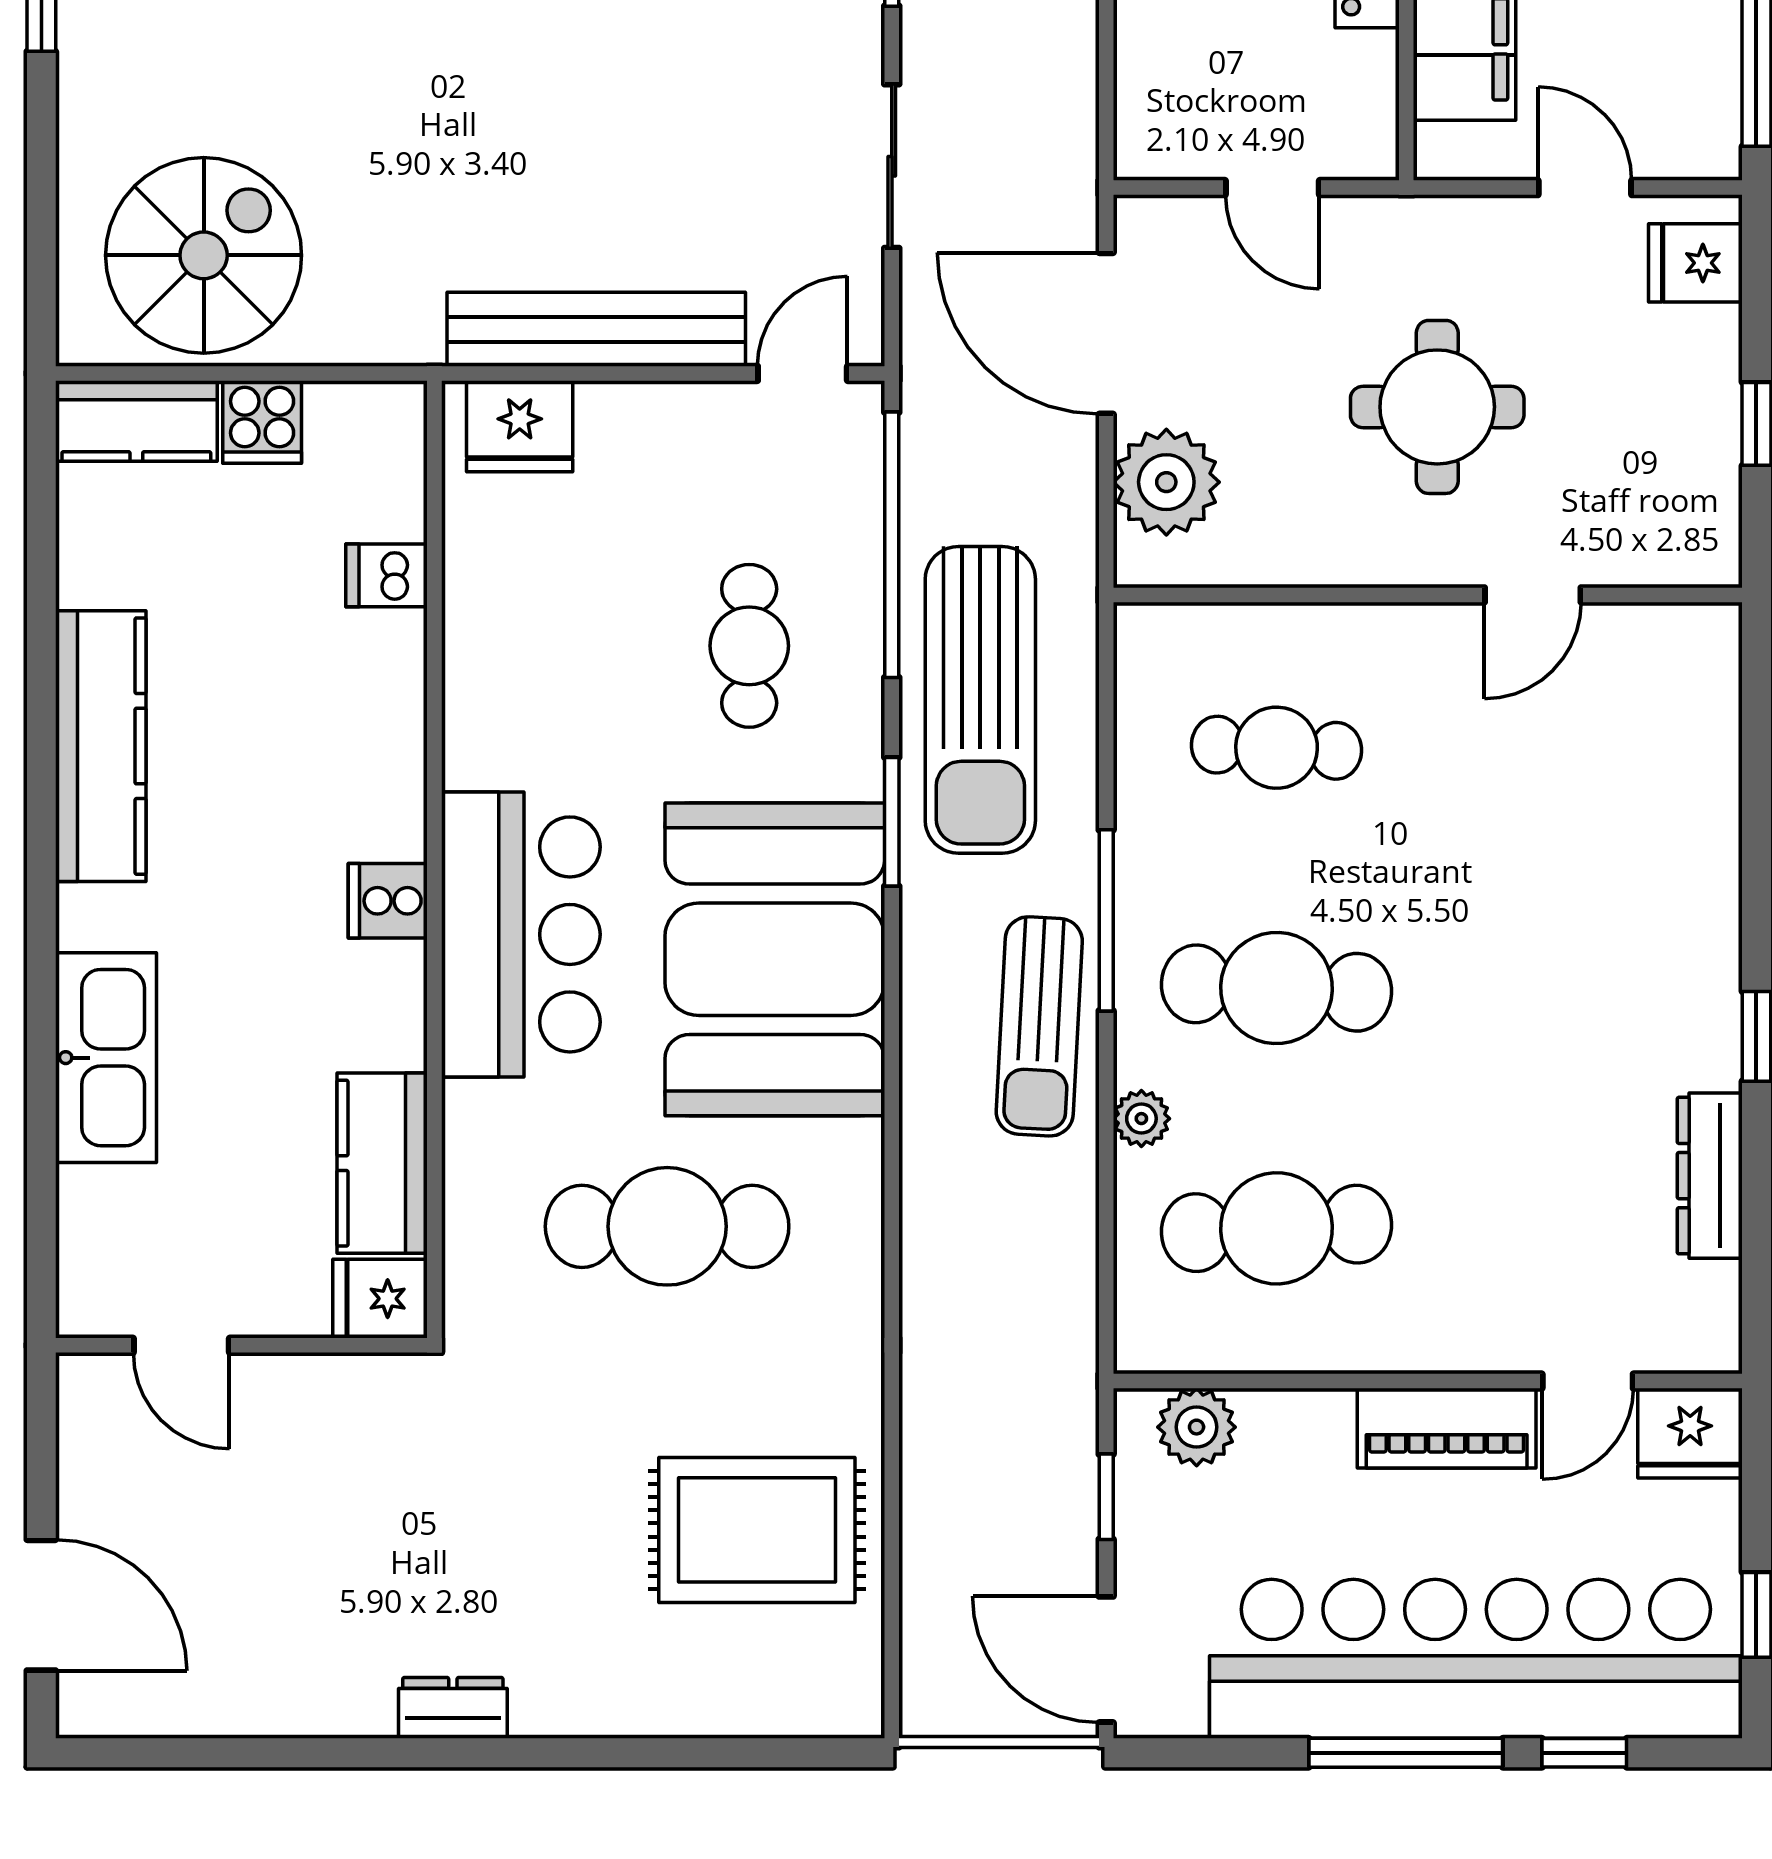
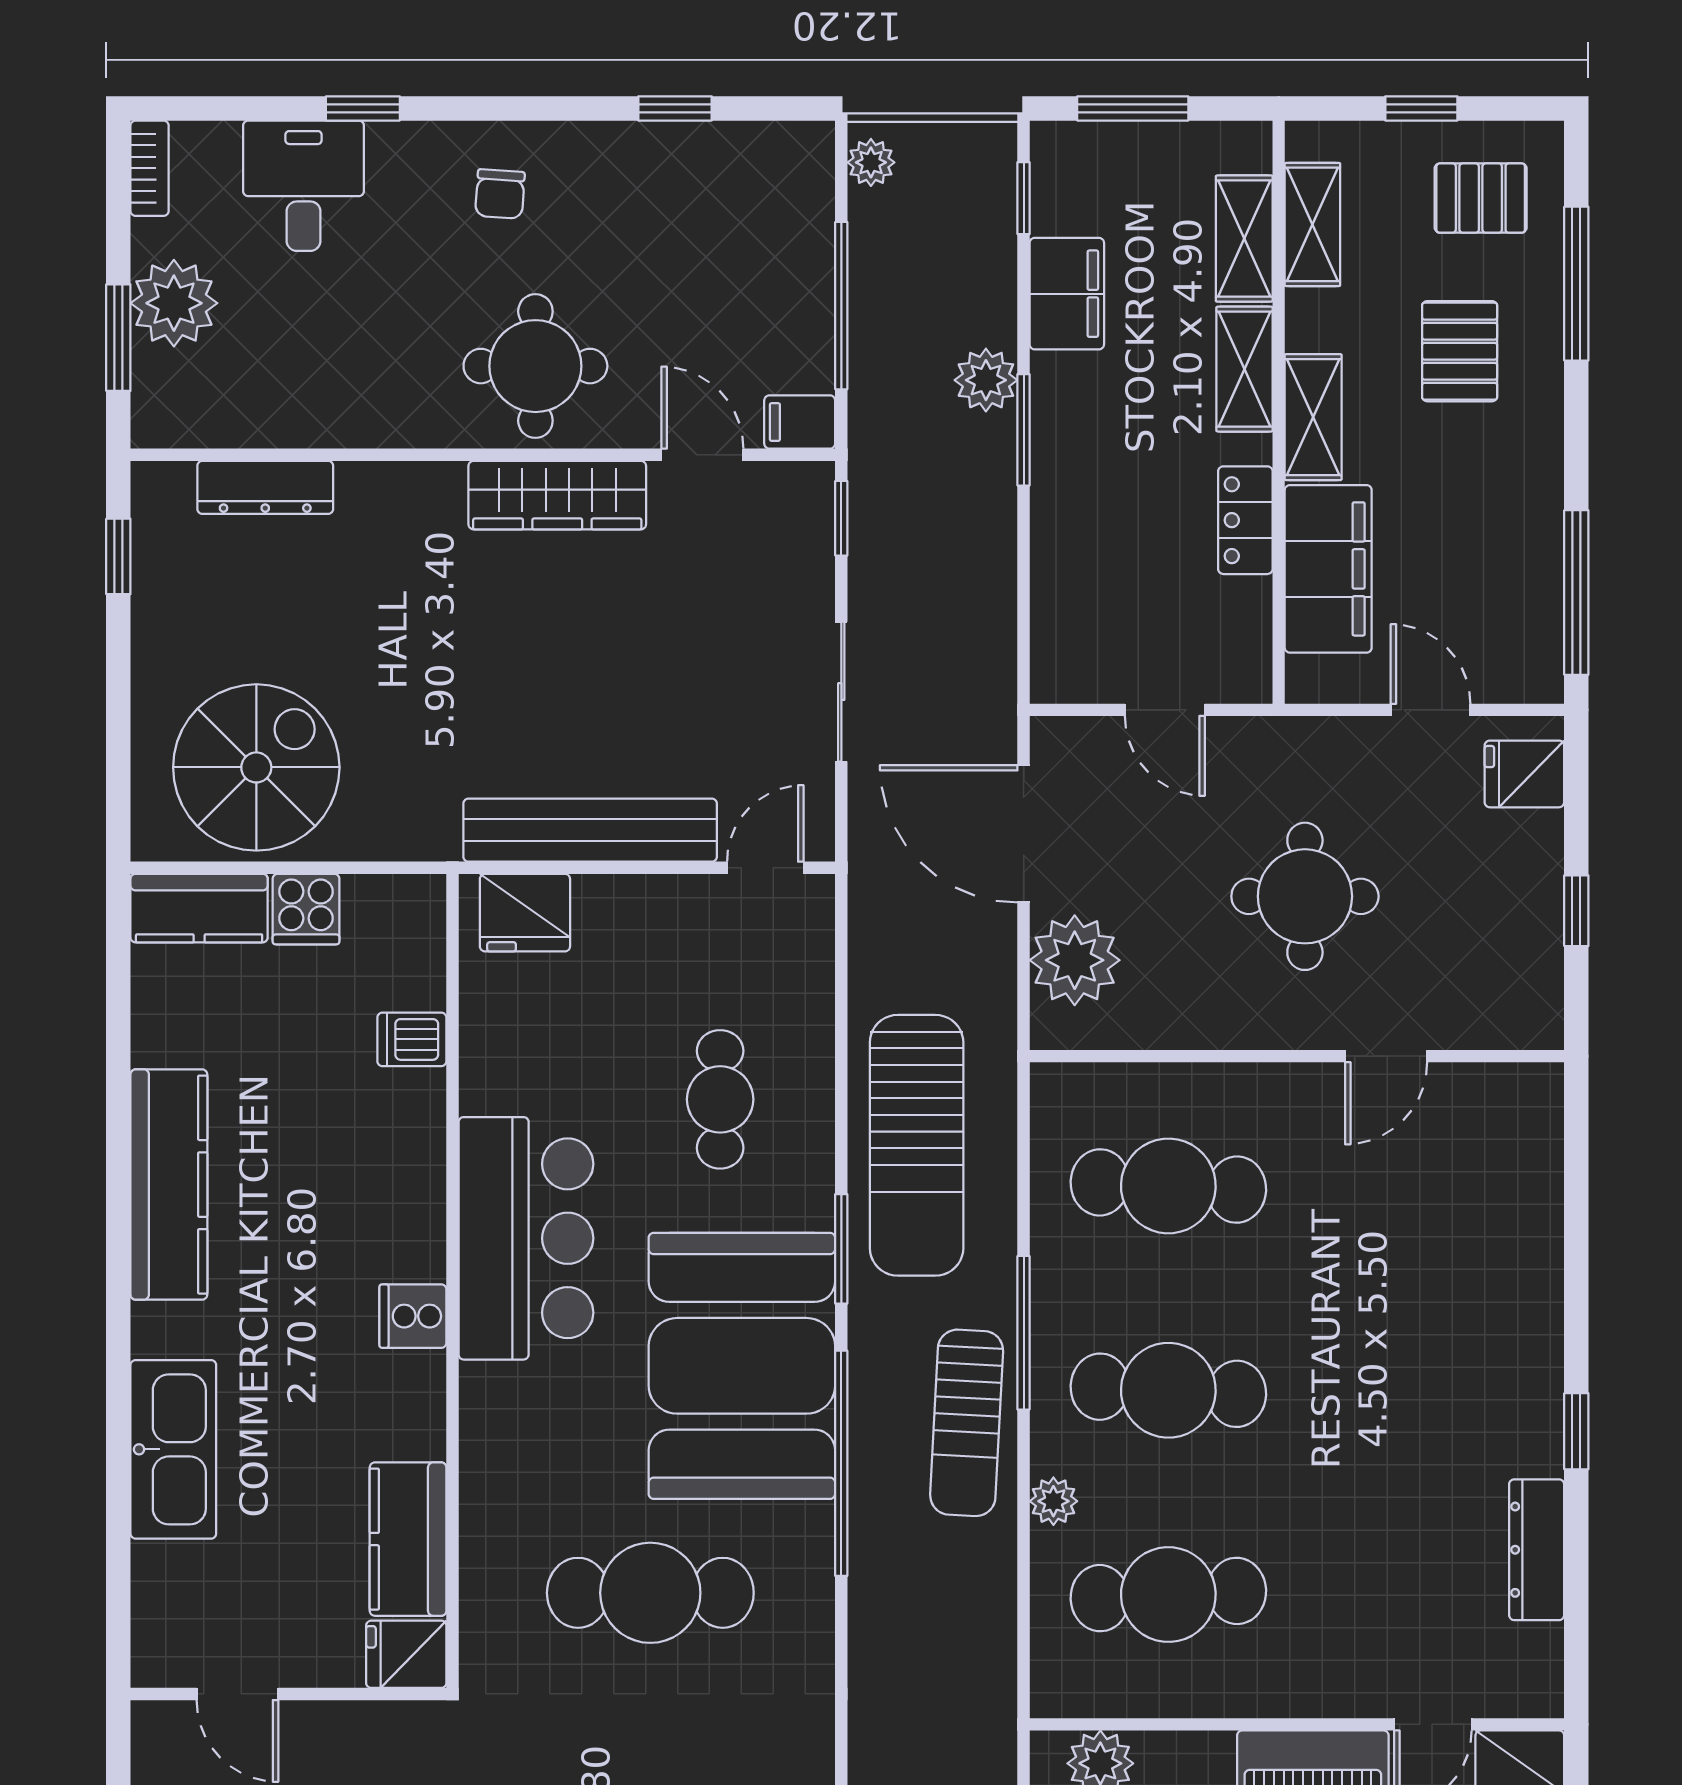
window: (892, 545) -> (841, 1463), moved
cafe table: (1277, 748) -> (1168, 1186), width x1.37, depth x1.35
bar counter: (521, 934) -> (526, 1238), moved

